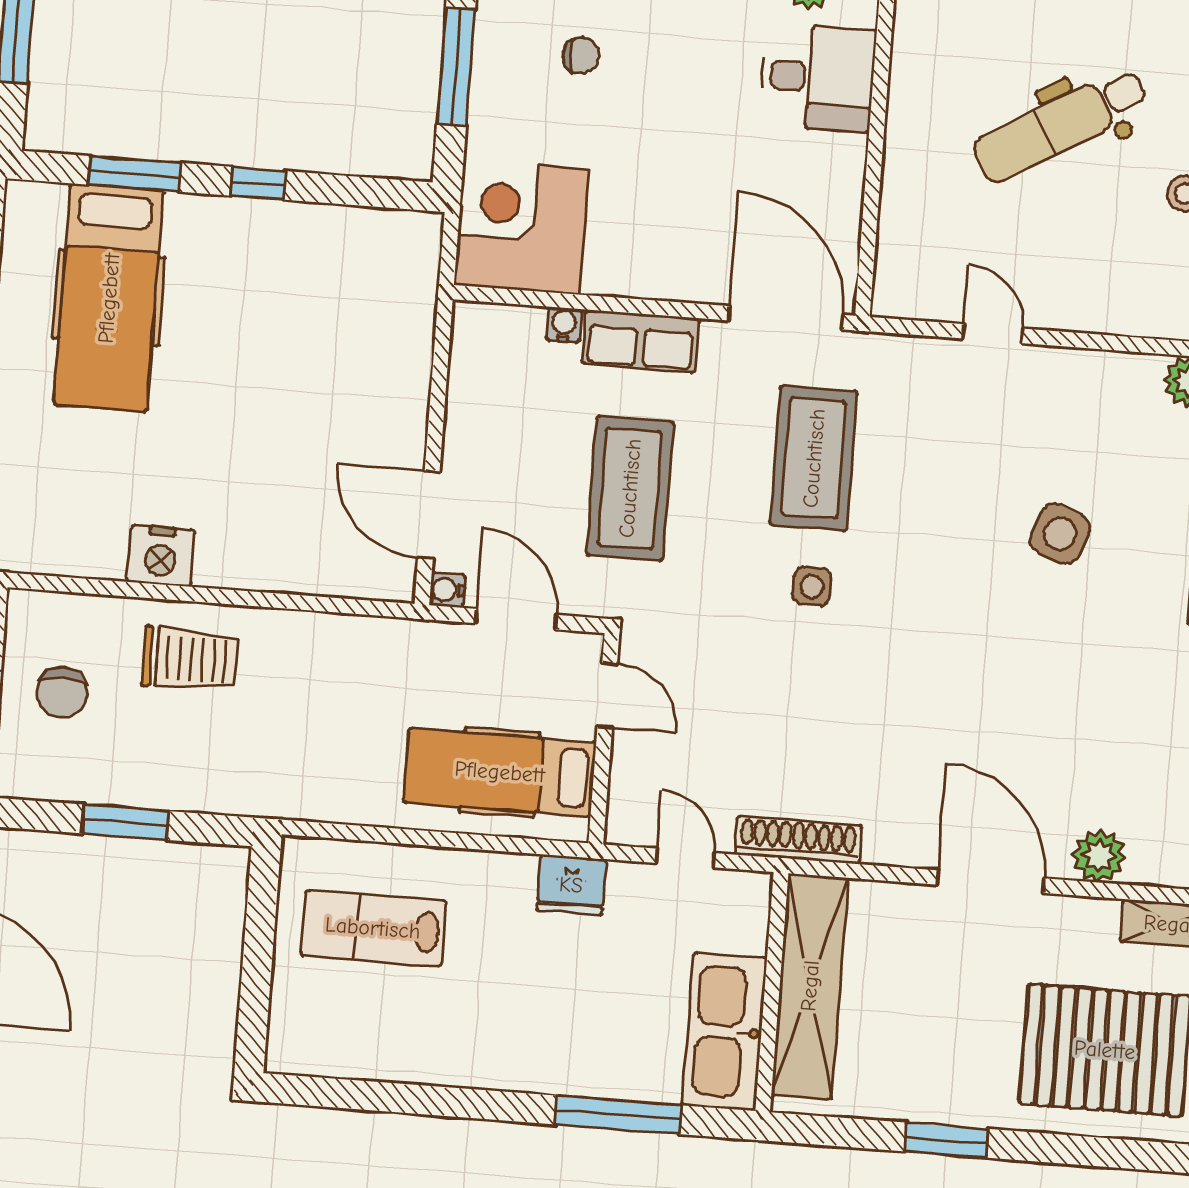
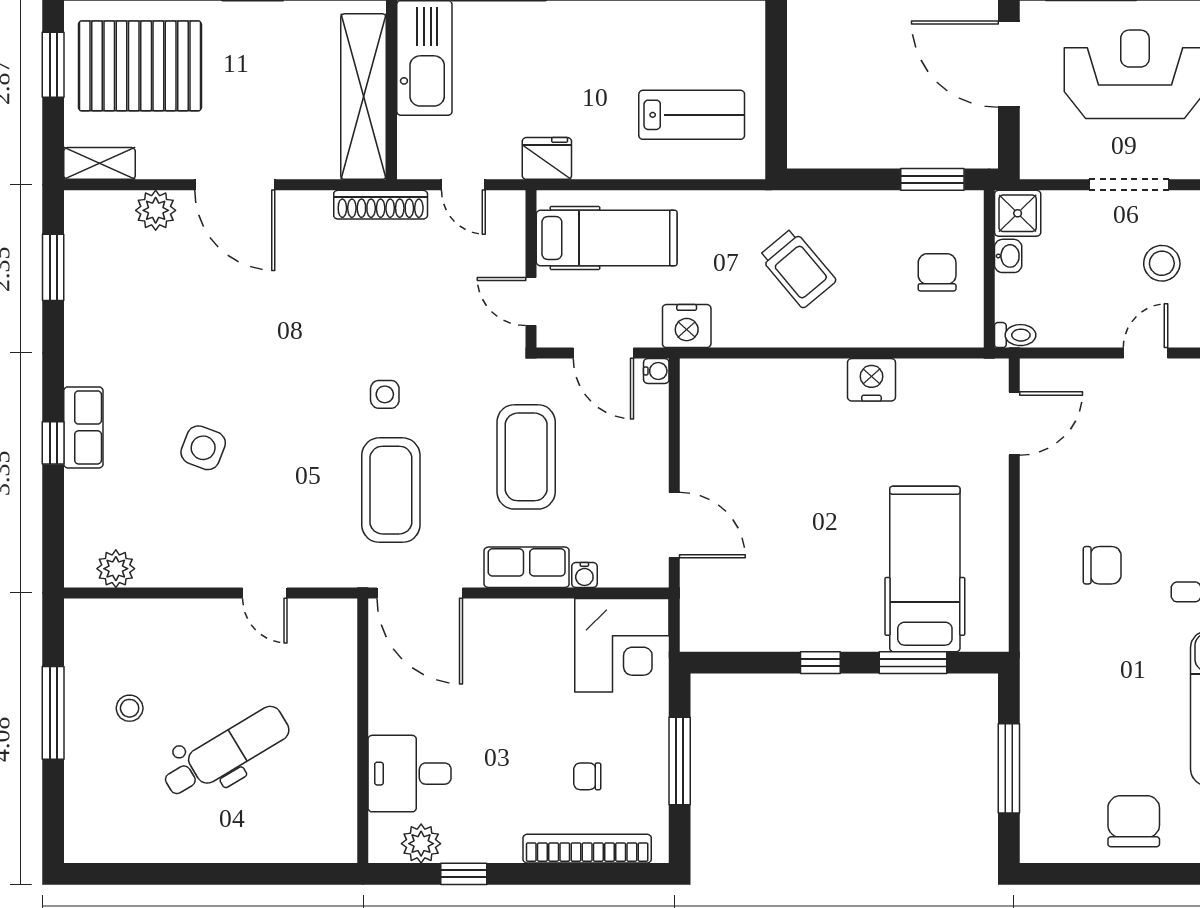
door: (429, 515) -> (674, 525), moved
nightstand: (402, 647) -> (687, 326), added
trolley: (190, 659) -> (798, 268), moved, turned -130
window: (126, 822) -> (932, 179), moved

